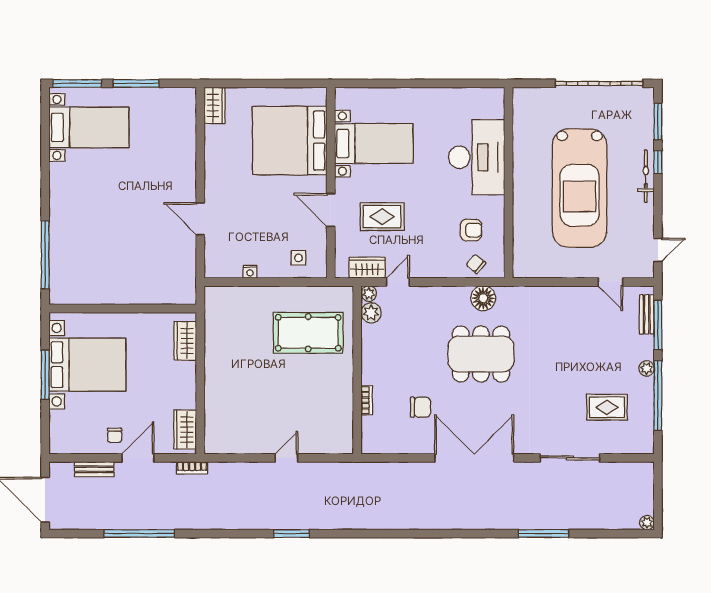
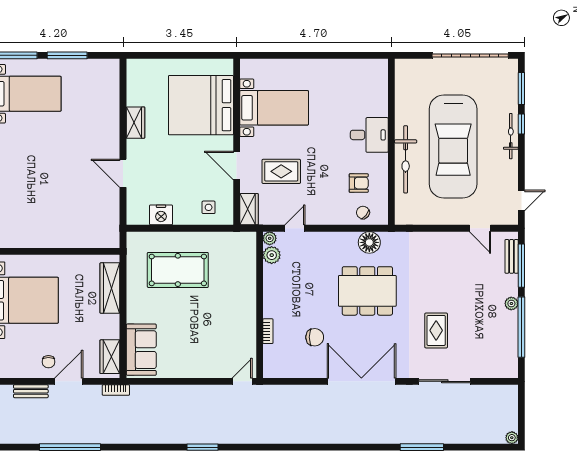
wardrobe: (215, 105) -> (135, 123), moved
desk: (477, 157) -> (369, 135), width x0.53, depth x0.77
bicycle: (525, 203) -> (406, 159), added
wardrobe: (367, 268) -> (249, 209), moved, turned 90
nightstand: (250, 272) -> (161, 215), width x1.89, depth x1.79
pool table: (308, 333) -> (178, 270), moved
wardrobe: (185, 341) -> (110, 288), width x1.50
rug: (607, 407) -> (436, 330), moved, turned 90
sofa: (221, 421) -> (141, 350), added
door: (286, 458) -> (242, 381), moved

